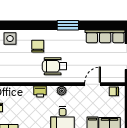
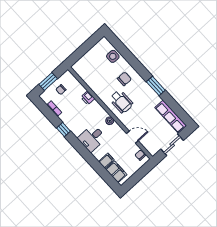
wheelchair: (54, 66) -> (121, 102), turned 180
printer: (40, 92) -> (88, 98), moved

